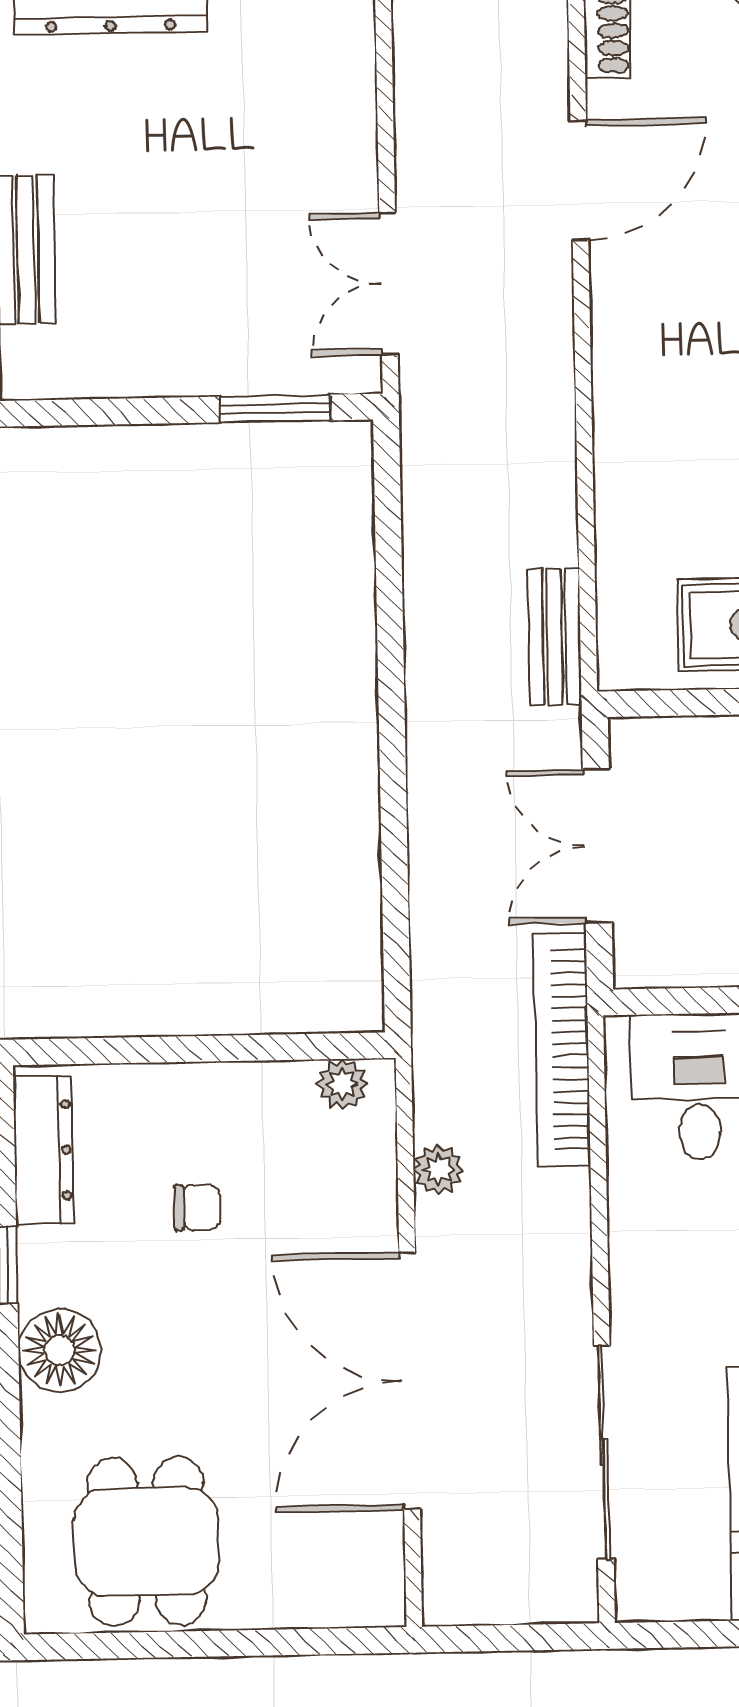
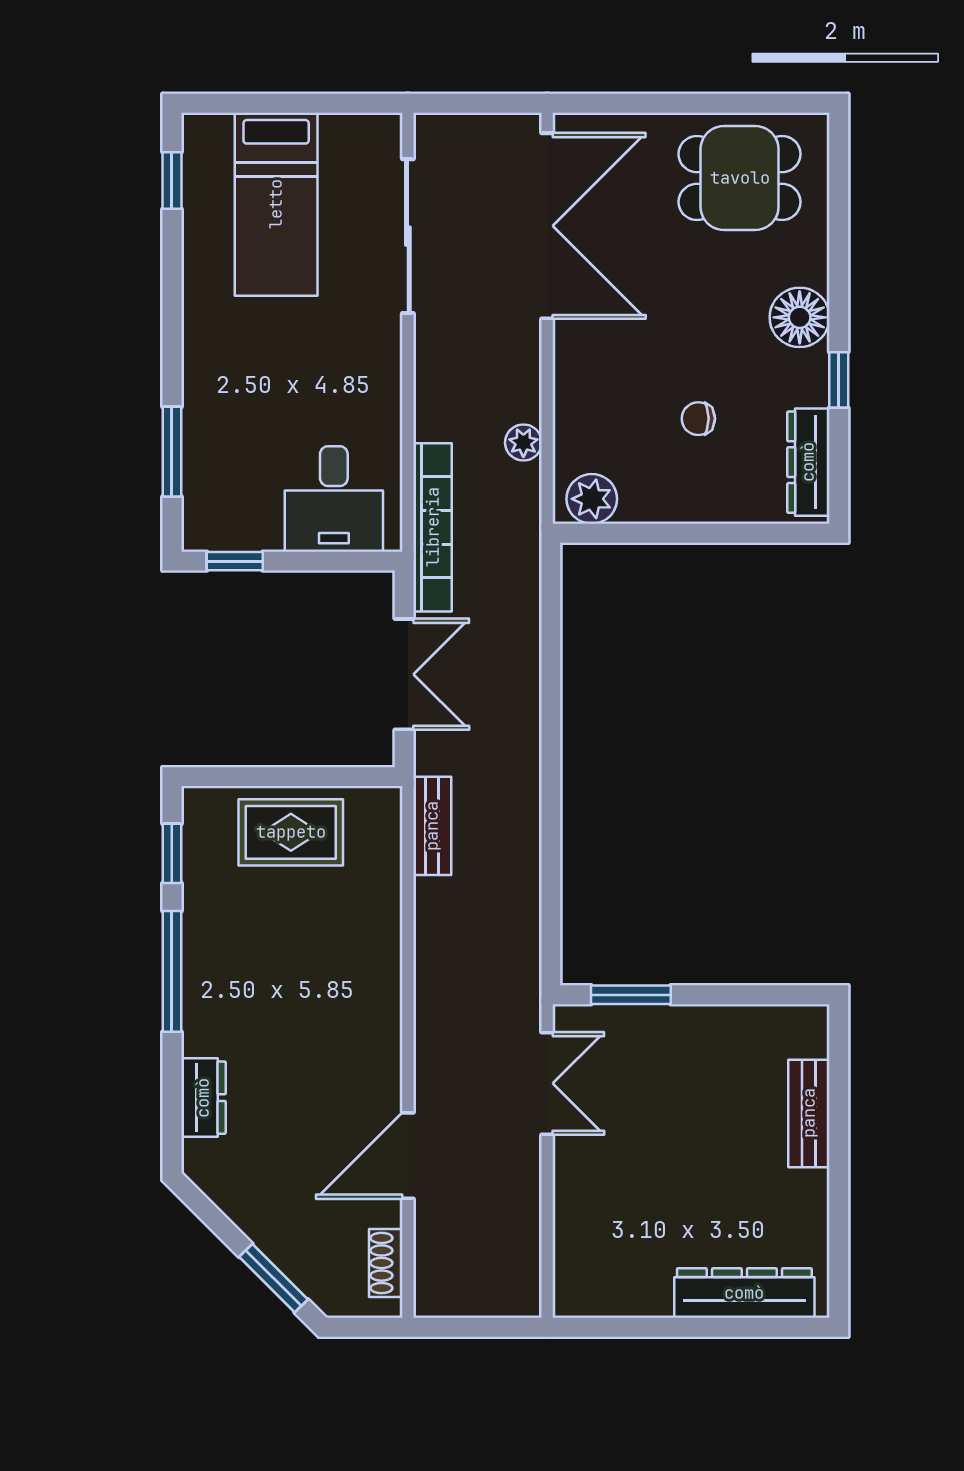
plant: (342, 1084) -> (592, 499), width x1.38, depth x1.38
double door: (410, 1381) -> (547, 226), moved
dining table: (146, 1541) -> (740, 178), turned 90

